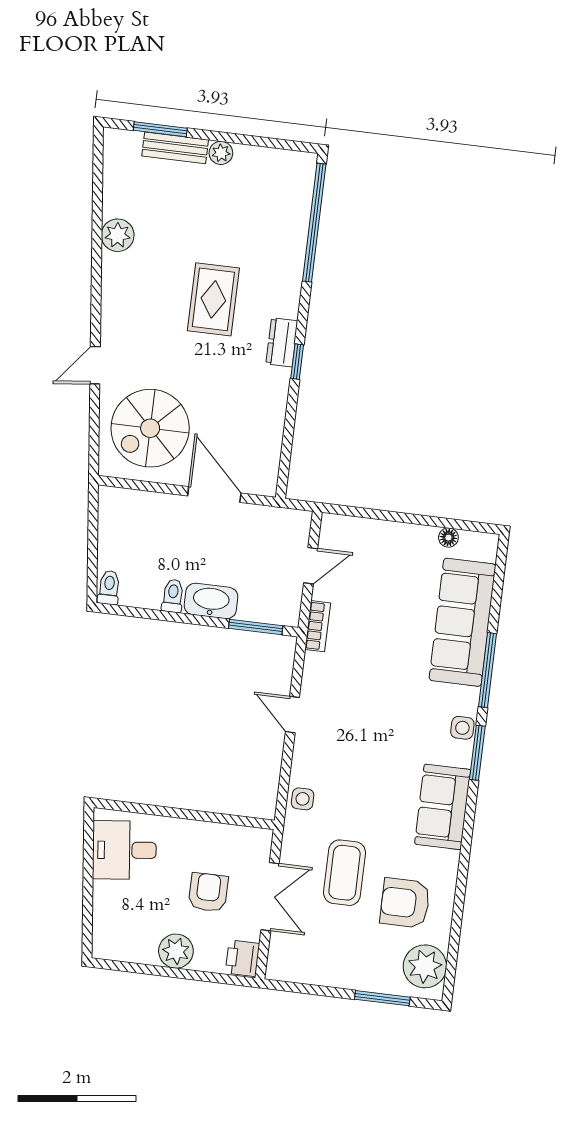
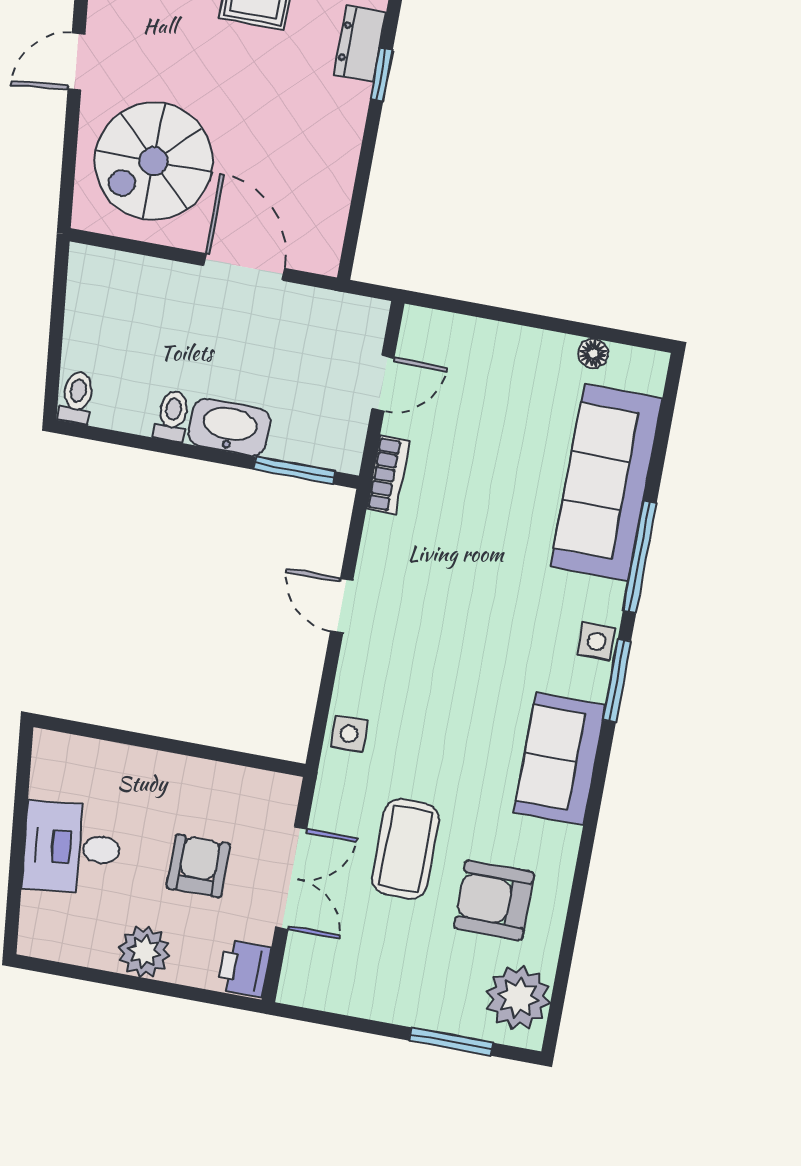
desk: (124, 850) -> (72, 848), moved

